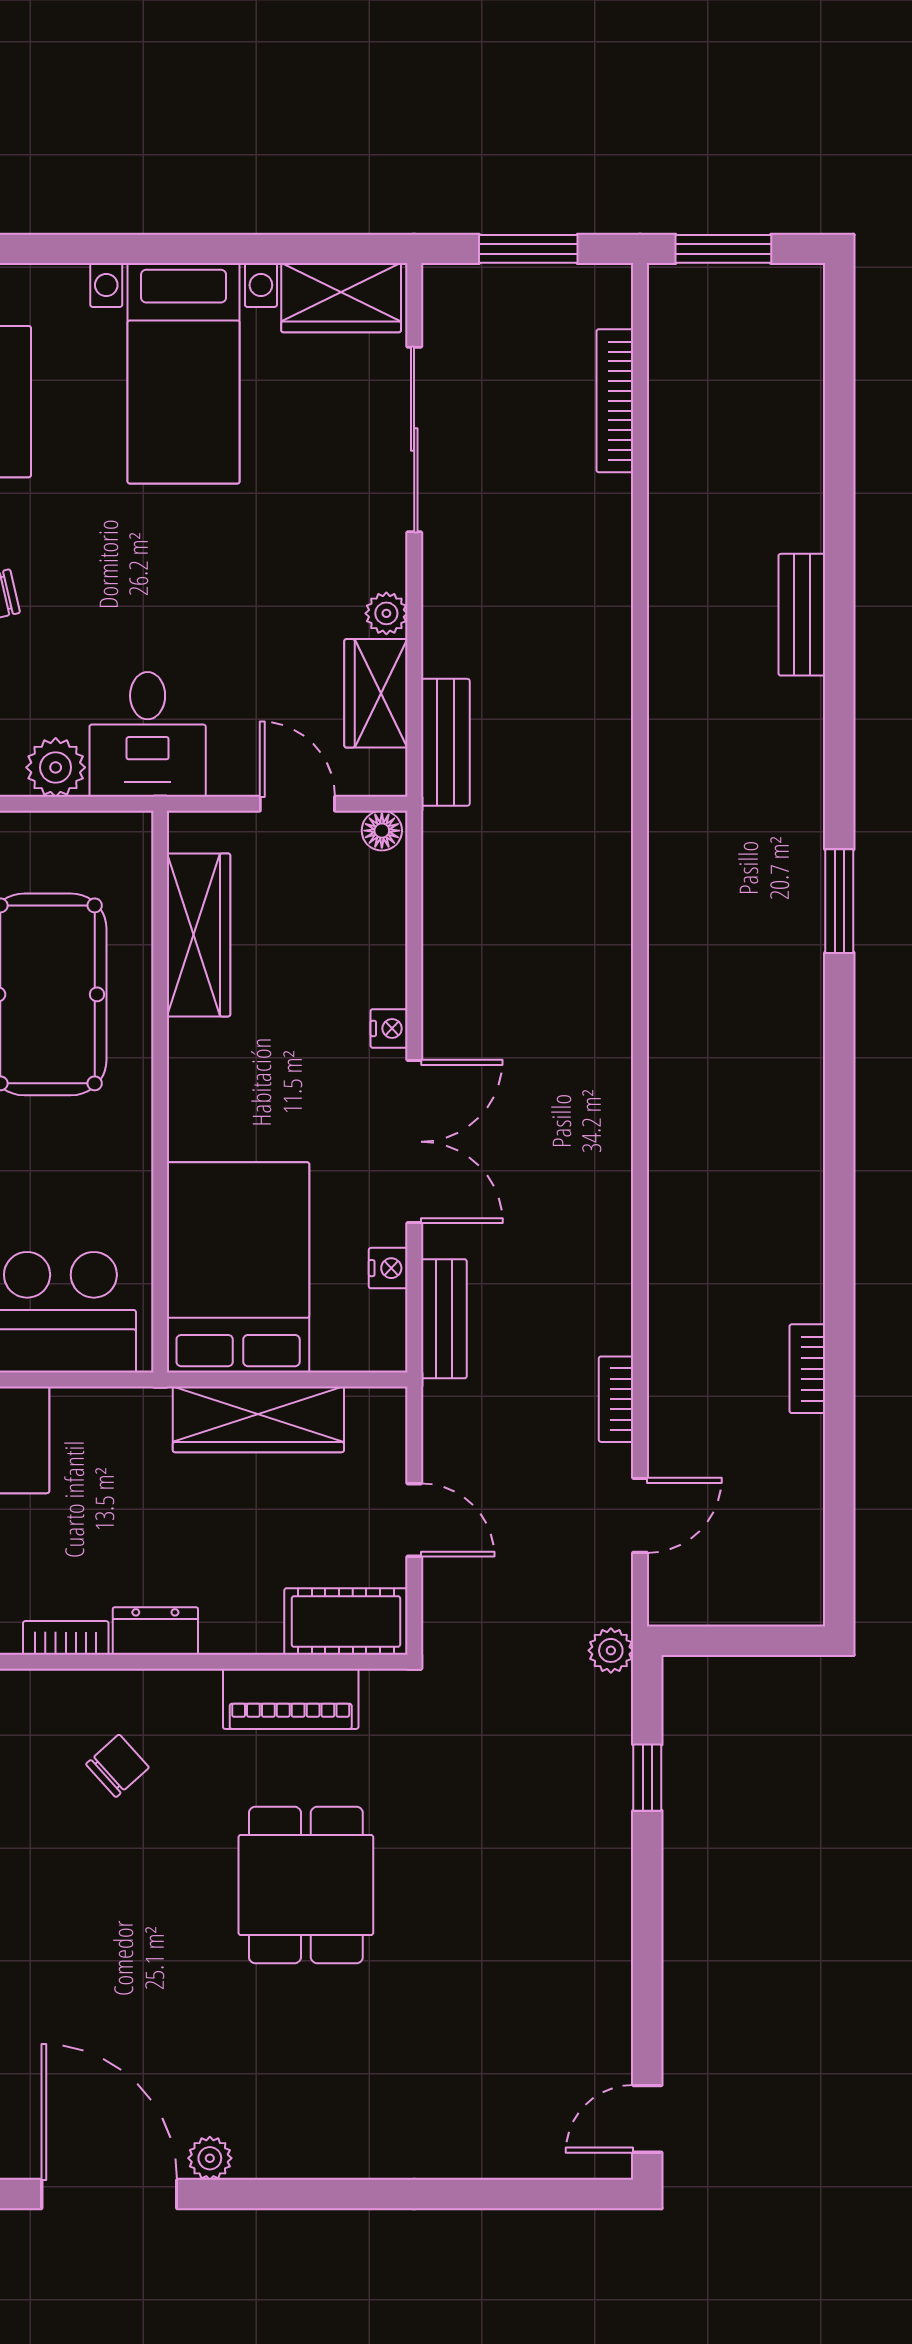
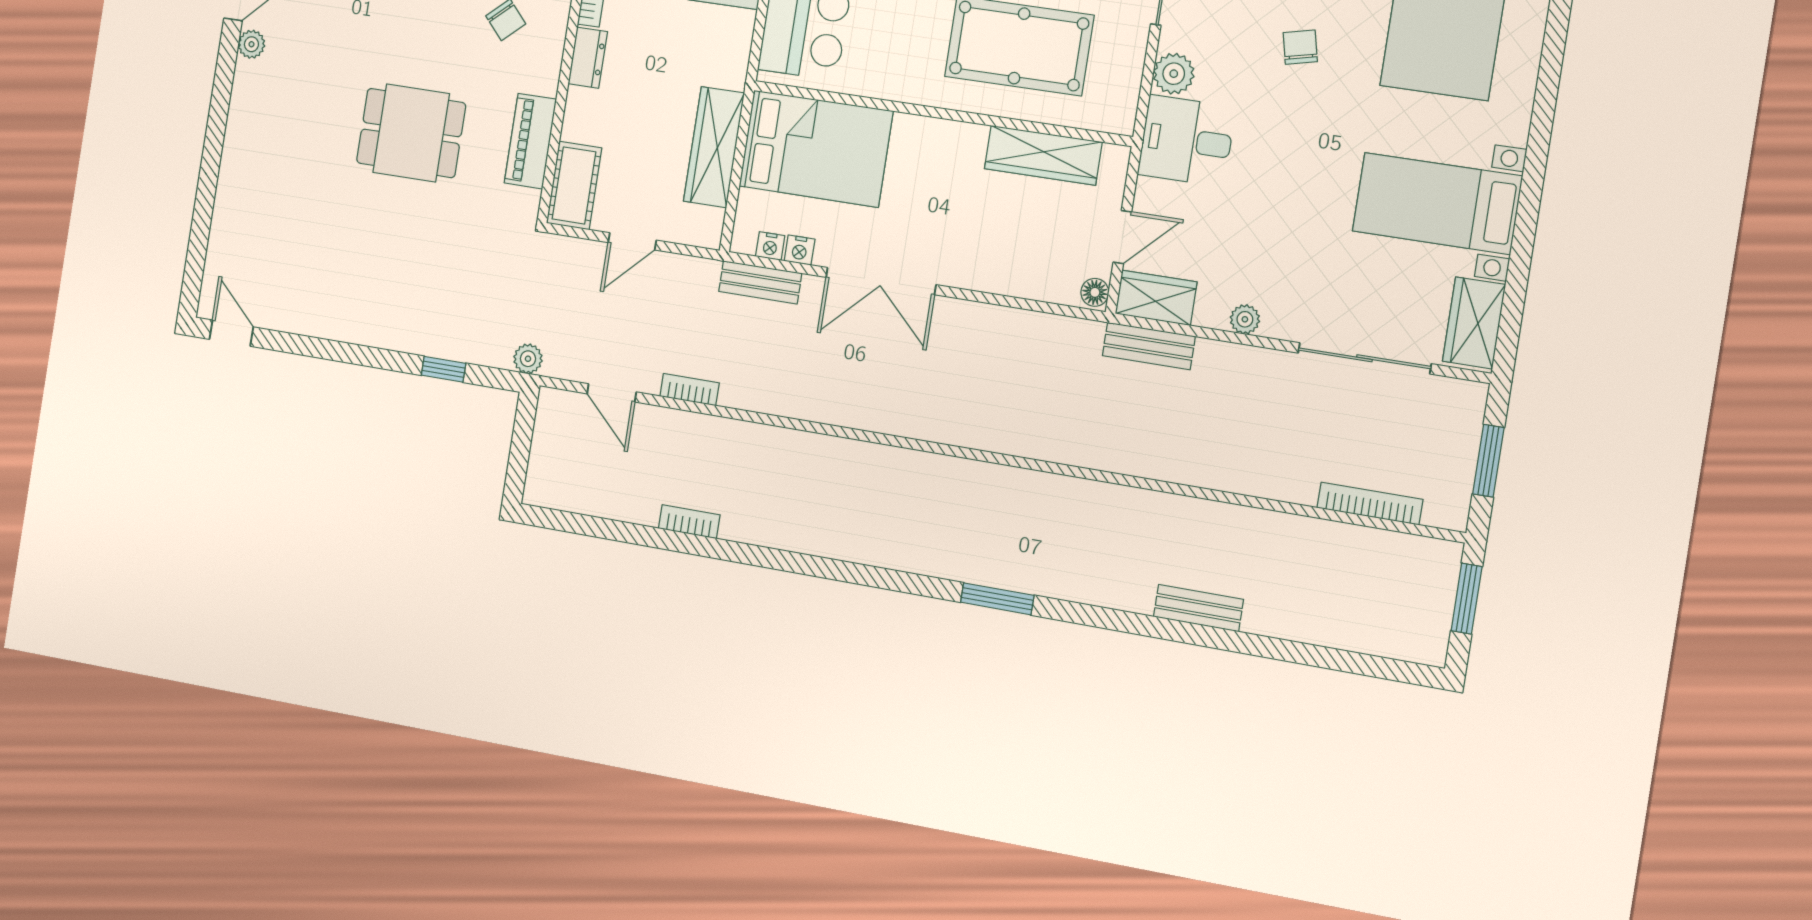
wardrobe: (376, 693) -> (1156, 298), moved
nightstand: (389, 1028) -> (770, 246), moved

